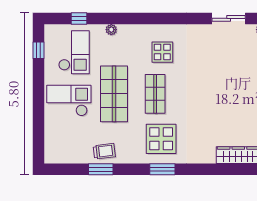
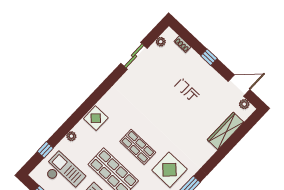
display table: (162, 52) -> (96, 118), moved

